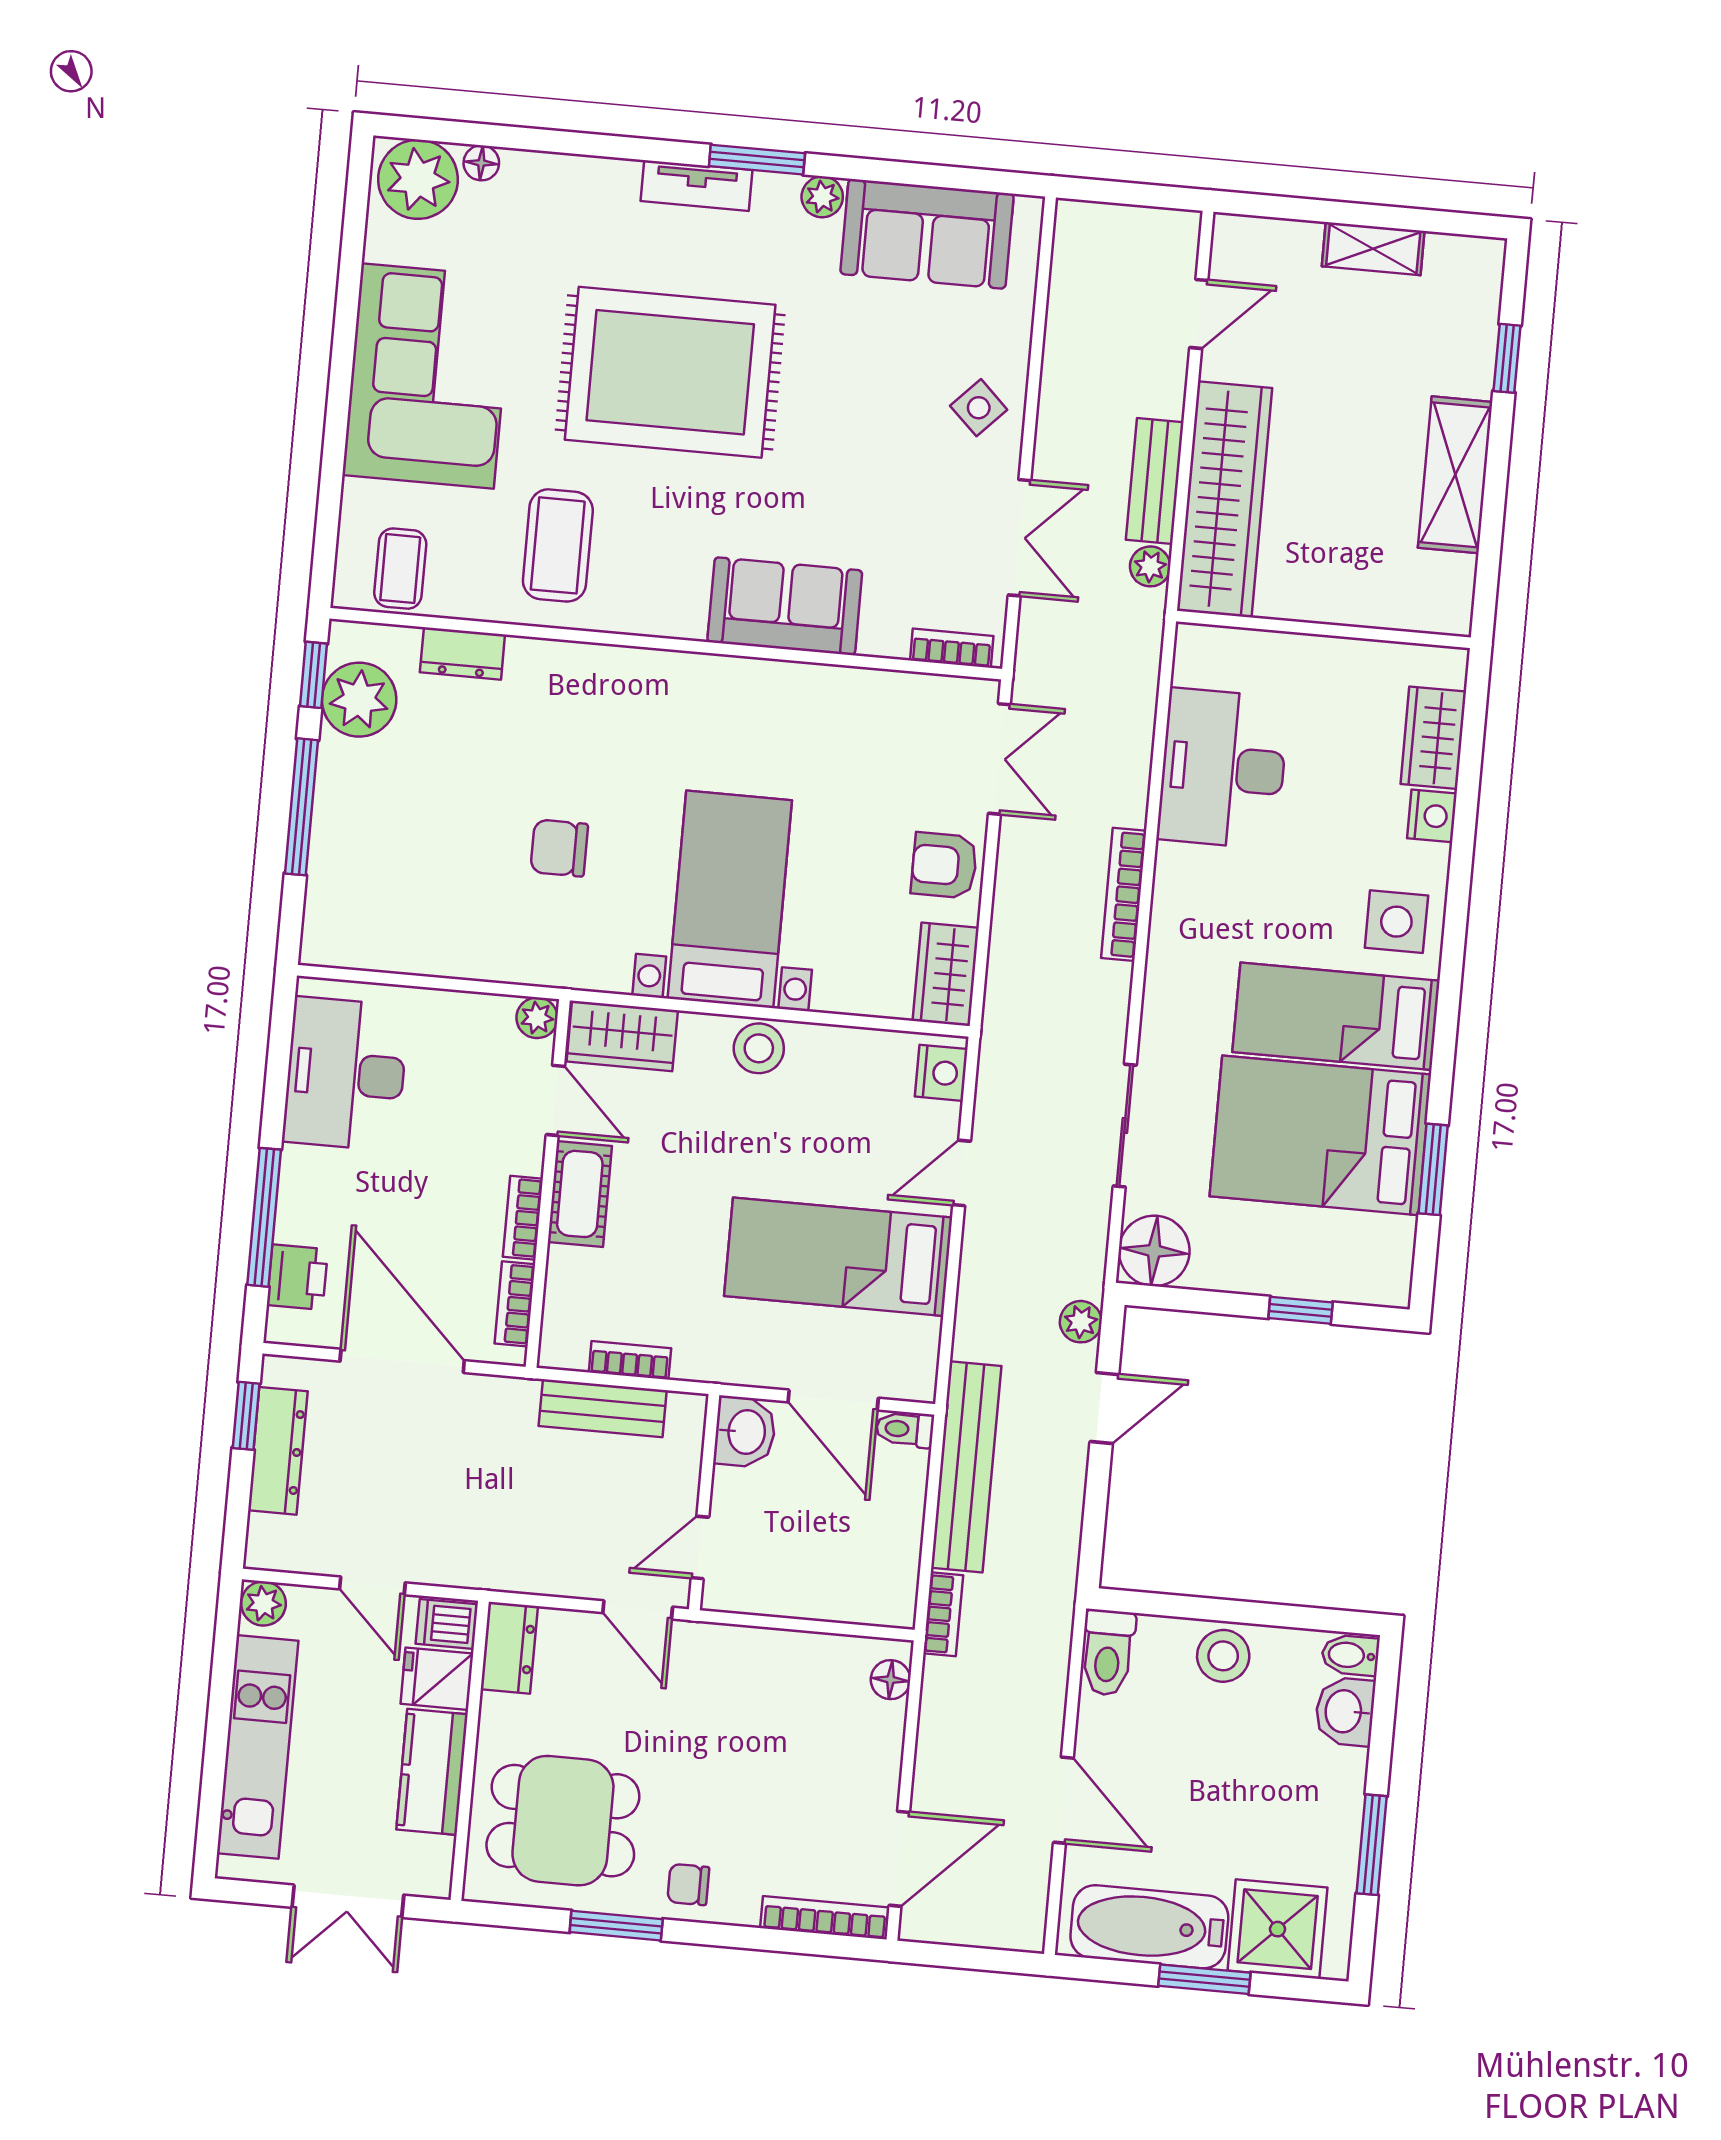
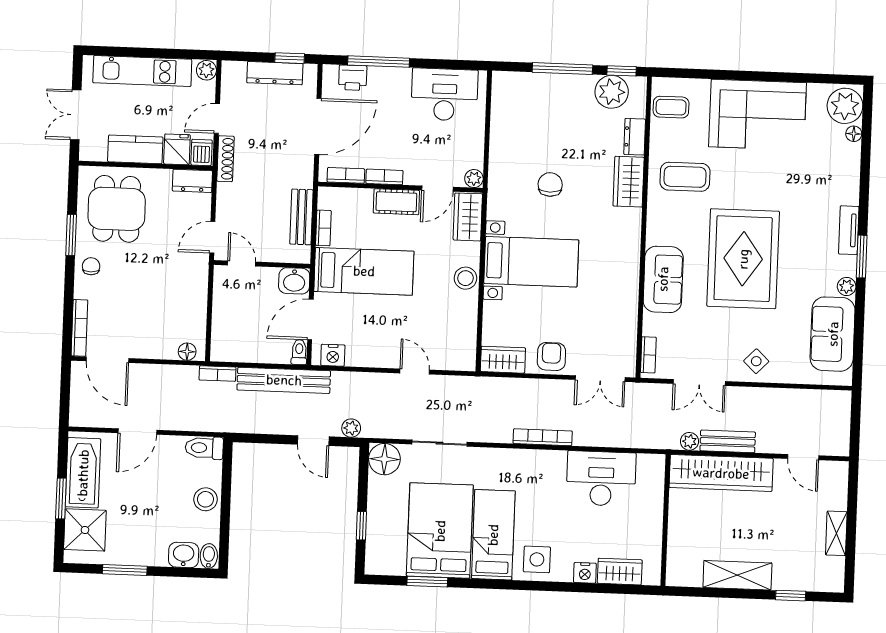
rug: (670, 372) -> (743, 259), moved
wardrobe: (562, 672) -> (629, 182), added
nightstand: (941, 1073) -> (333, 355), moved
bed: (838, 1257) -> (364, 271), moved, turned 90
shoe rack: (464, 1571) -> (225, 159), added

